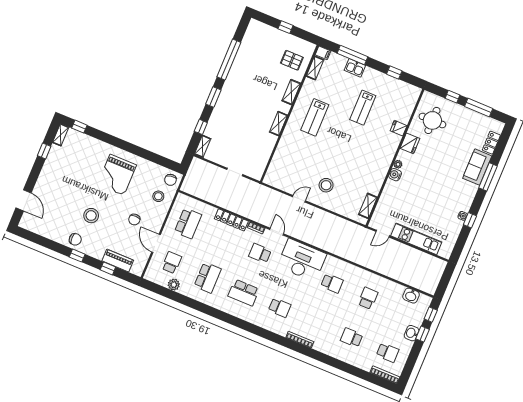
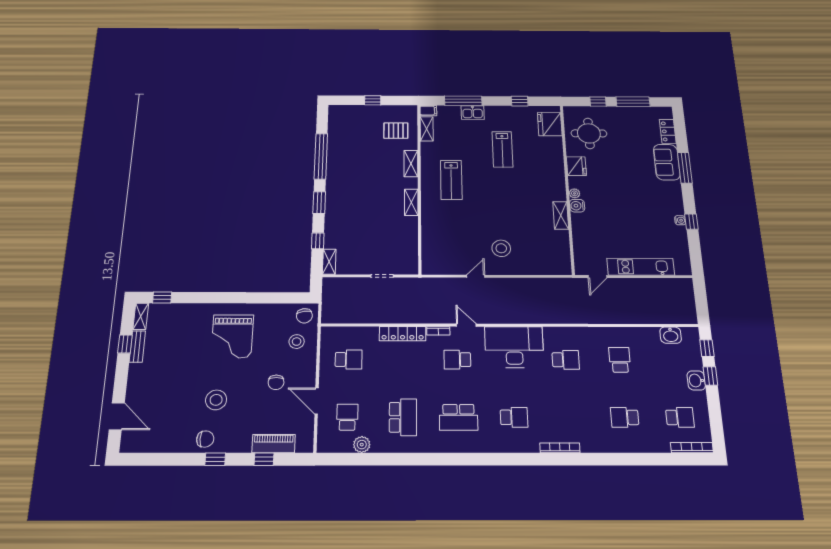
fridge: (399, 128) -> (550, 124), moved, width x1.88, depth x1.34
bench: (52, 156) -> (137, 347), added
shelving: (368, 206) -> (561, 215), moved
school desk: (188, 223) -> (349, 359), width x0.54

